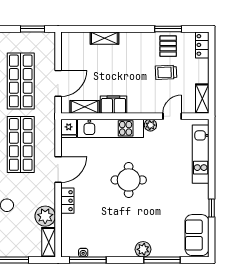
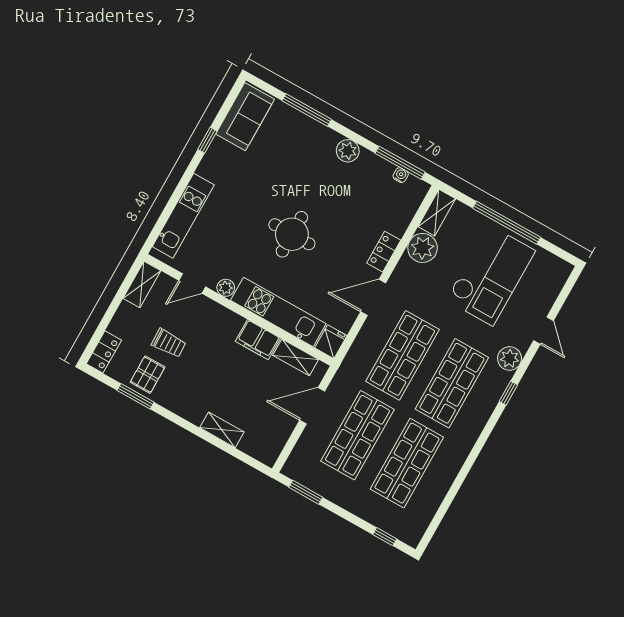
plant: (143, 249) -> (348, 151), moved

